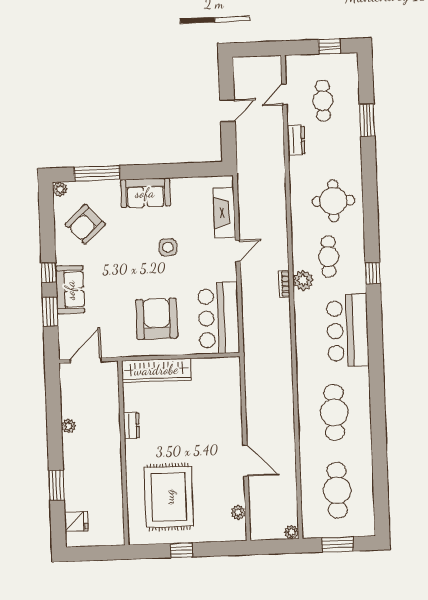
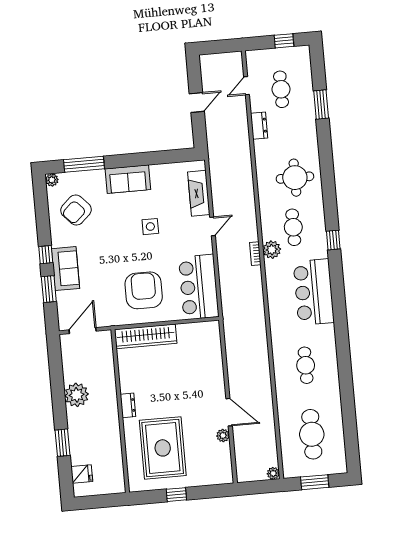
cafe table: (334, 412) -> (306, 365), width x0.73, depth x0.74
dresser: (131, 425) -> (128, 405), moved
plant: (69, 426) -> (77, 395), width x1.88, depth x1.88
plant: (238, 512) -> (223, 435), moved

